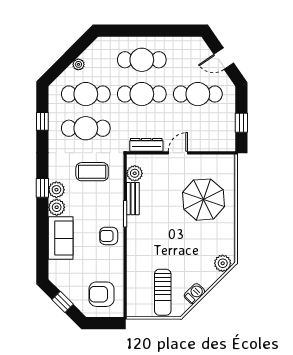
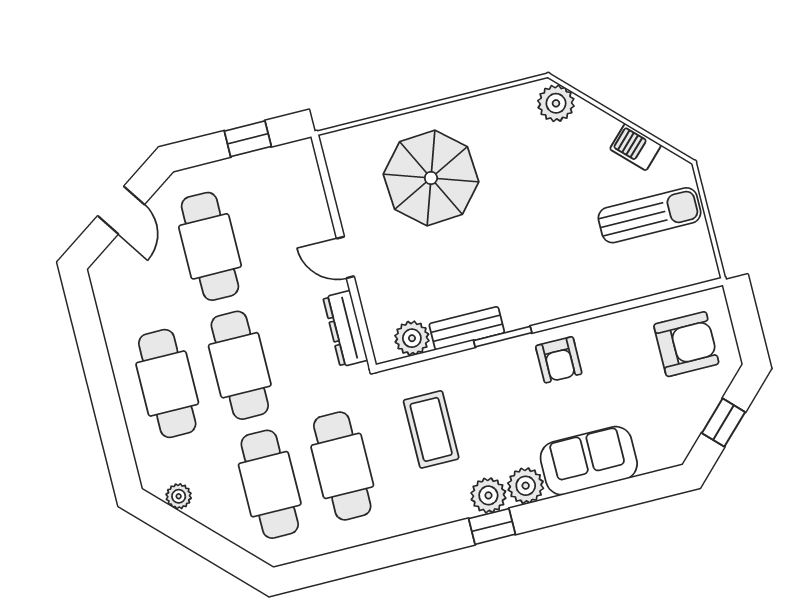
plant: (78, 64) -> (179, 496), moved
window: (42, 121) -> (351, 562), removed
armchair: (102, 294) -> (686, 344), turned -90

